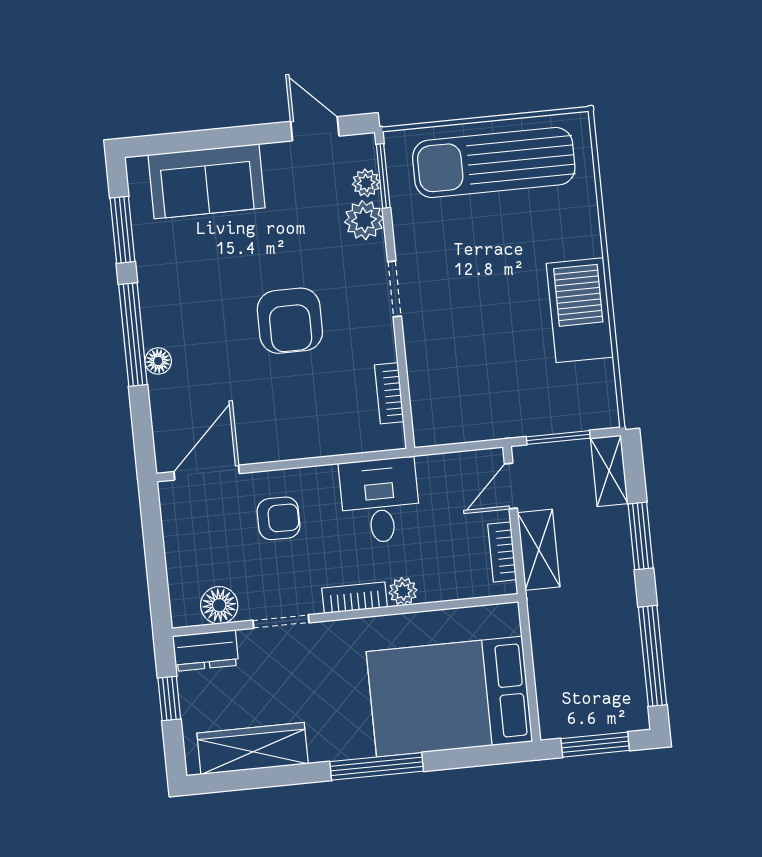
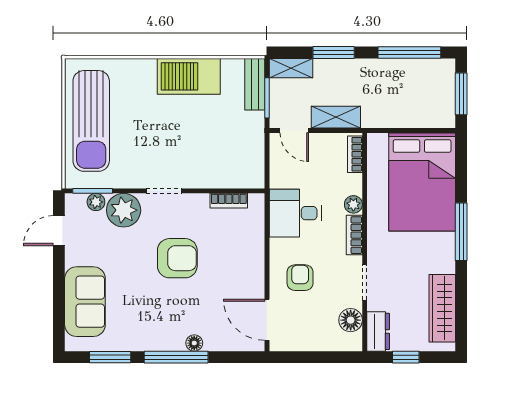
plant: (364, 220) -> (124, 210), width x1.36, depth x1.36
bench: (578, 416) -> (255, 84), added
bookcase: (502, 552) -> (355, 154), moved, turned 90

